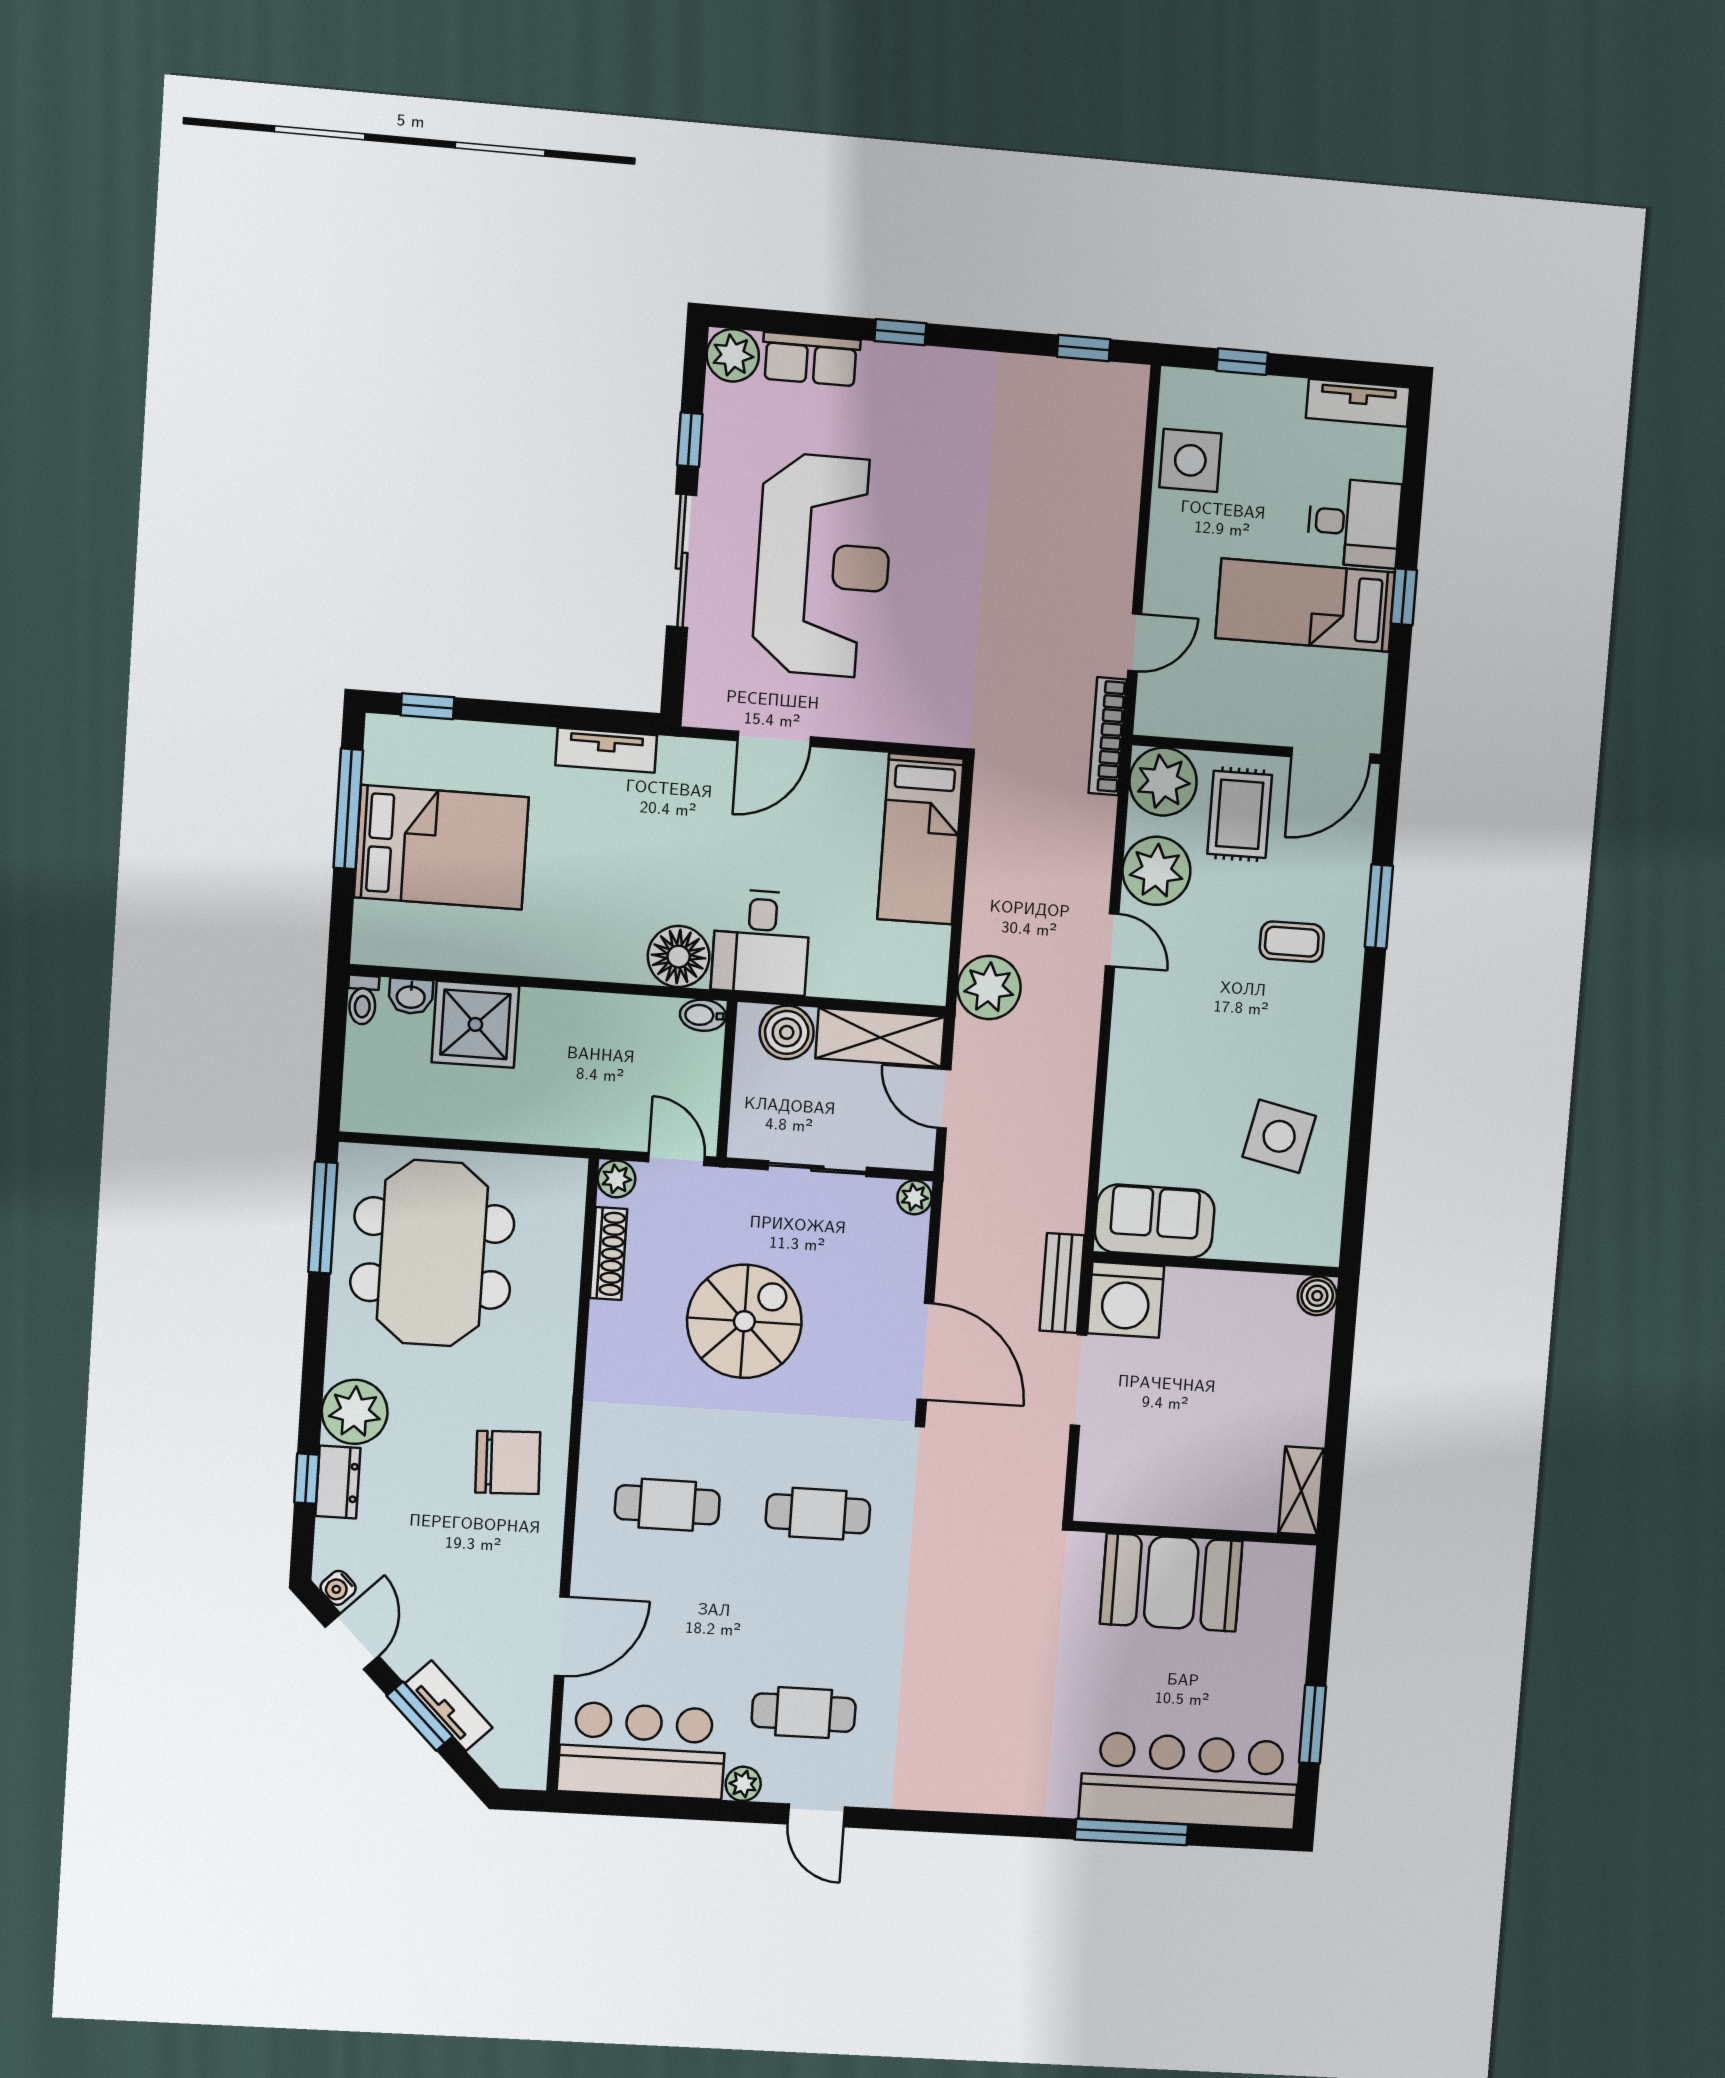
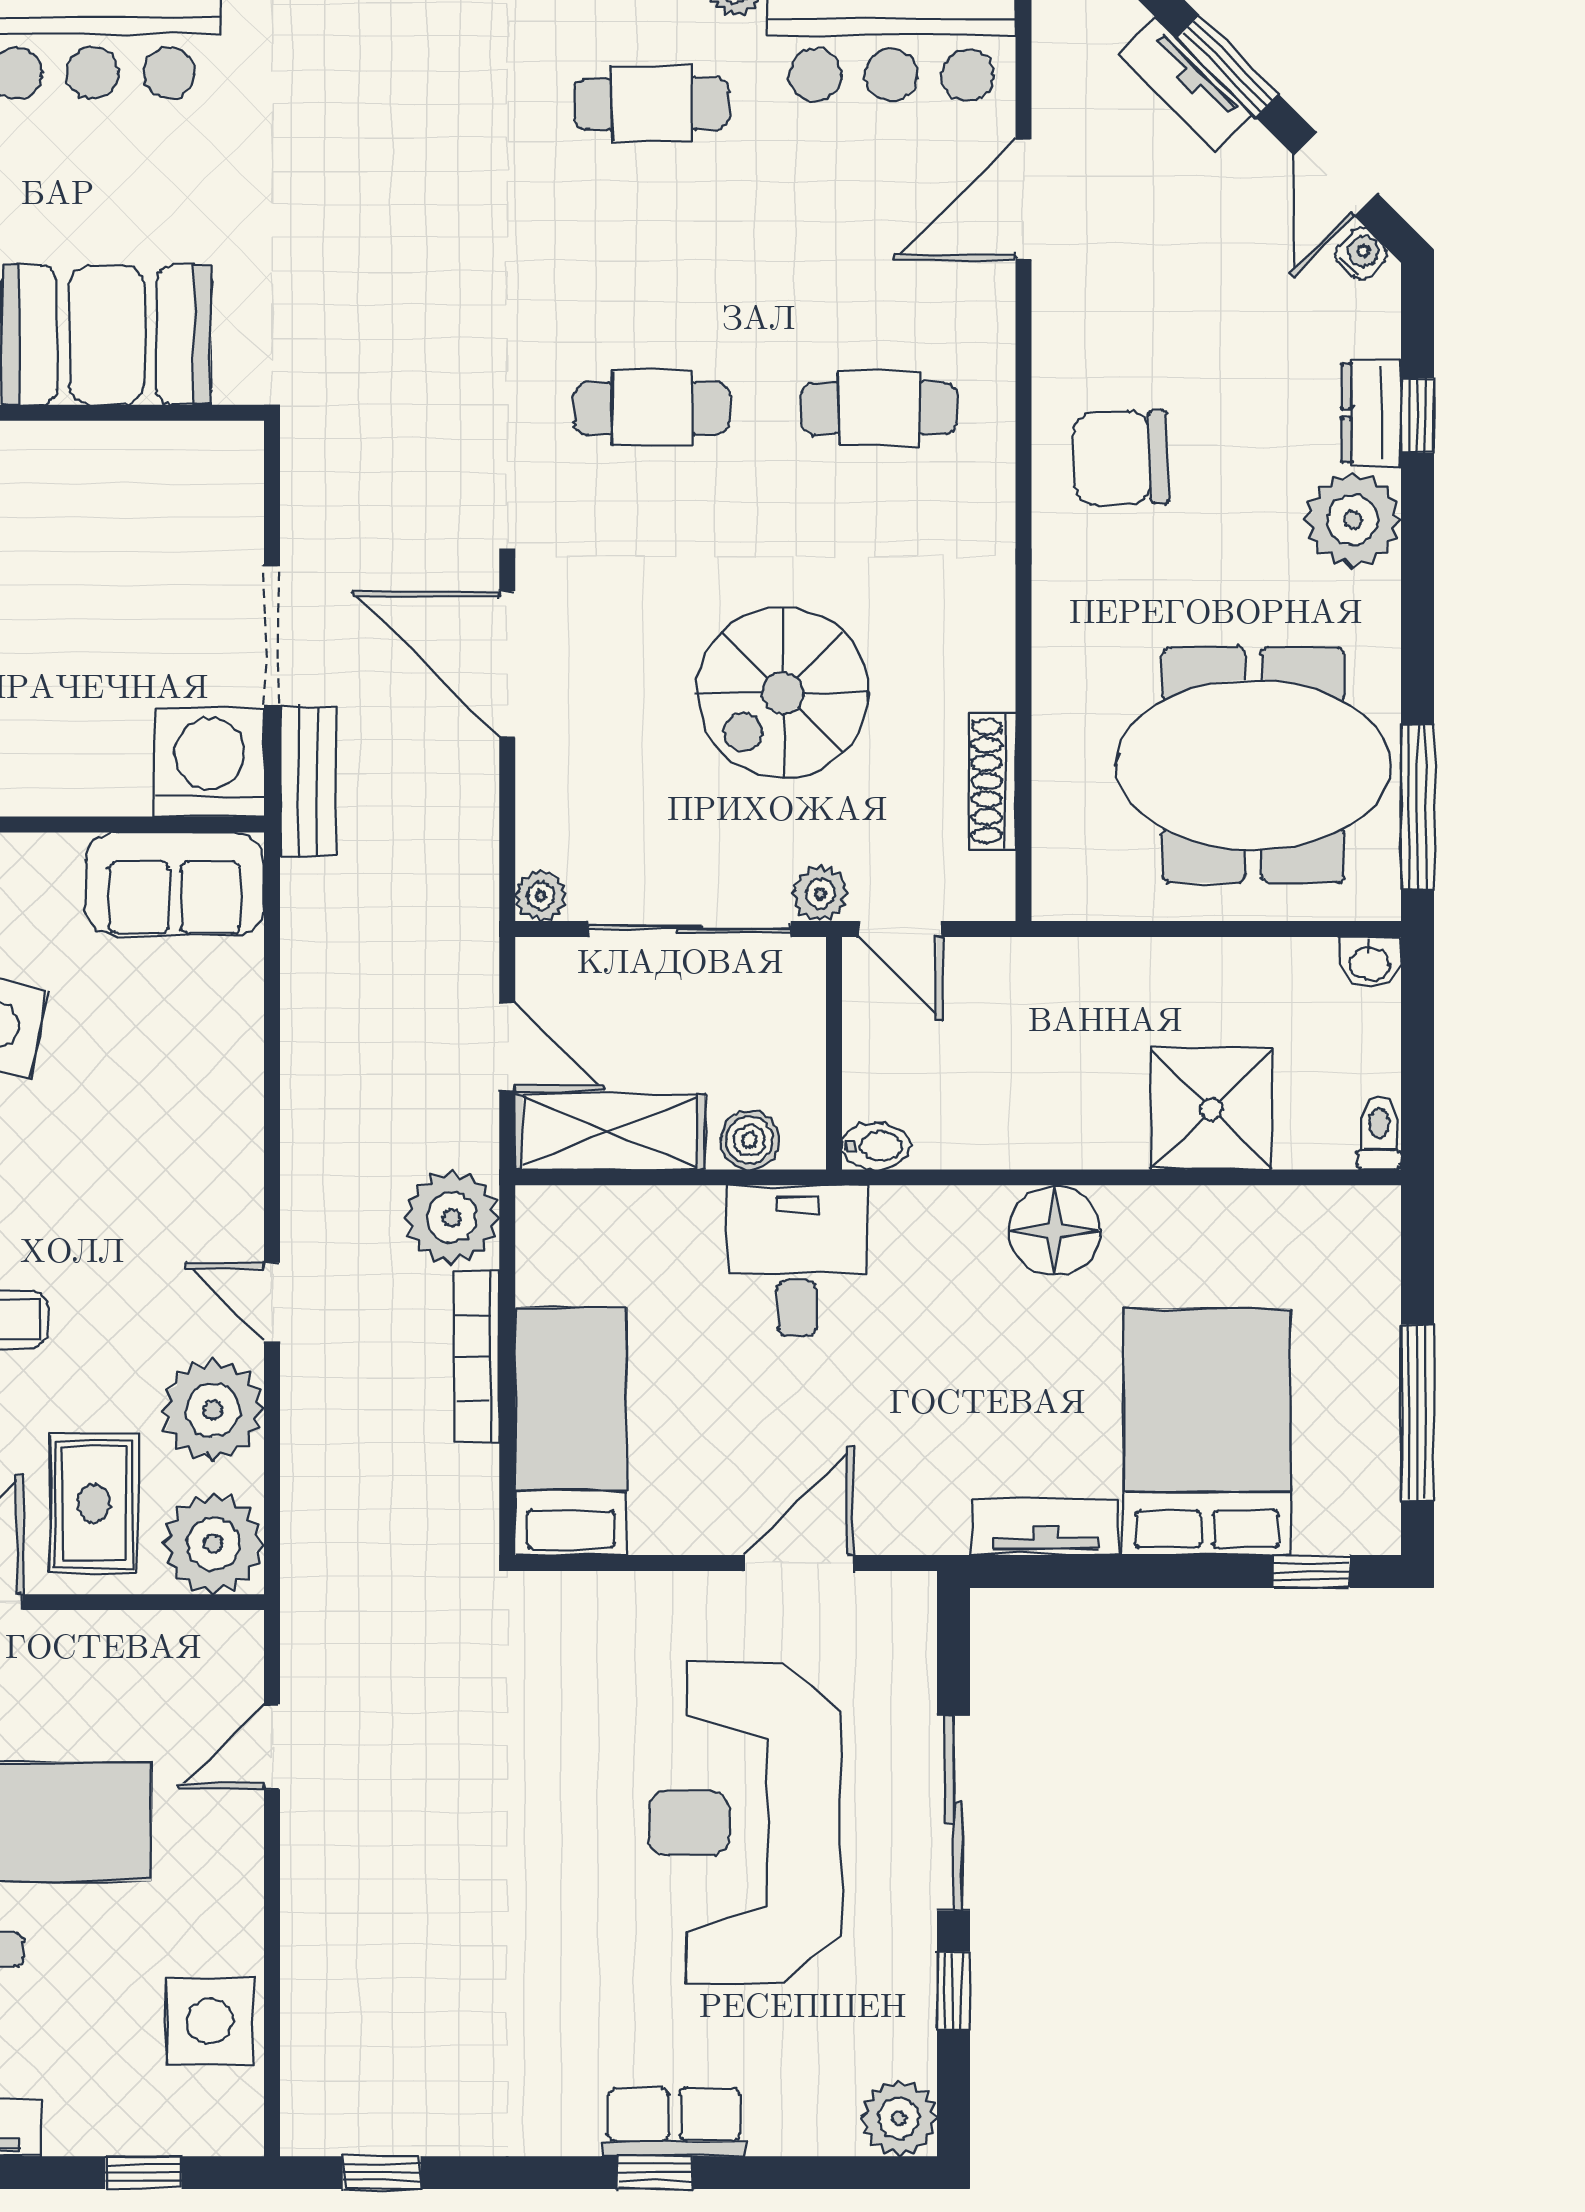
row of seats: (811, 359) -> (674, 2122), moved
bookcase: (1108, 736) -> (477, 1357), moved, turned 180
bed: (441, 847) -> (1207, 1432), moved, turned 90
floor lamp: (679, 957) -> (1055, 1231), moved
washbasin: (411, 996) -> (1369, 962), moved, turned 180
boiler: (787, 1032) -> (750, 1140), width x0.73, depth x0.73
sliding door: (817, 1169) -> (689, 929), width x1.37
plant: (617, 1179) -> (820, 893), moved
meeting table: (432, 1253) -> (1253, 765), turned 90

